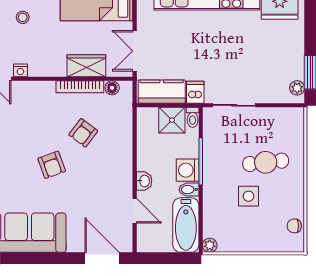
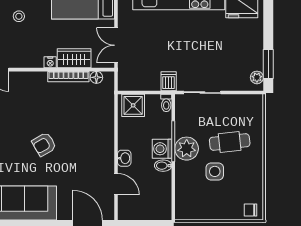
nightstand: (20, 70) -> (50, 62), moved
kitchen counter: (162, 92) -> (139, 81), removed
shower: (172, 120) -> (133, 105), moved
armchair: (83, 133) -> (71, 116), removed
armchair: (52, 165) -> (44, 144), turned 80
bathtub: (186, 225) -> (160, 196), removed
chair: (294, 226) -> (250, 210), moved
plant: (210, 245) -> (187, 149), moved, width x1.87, depth x1.87

